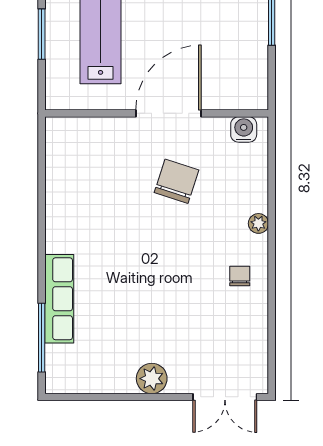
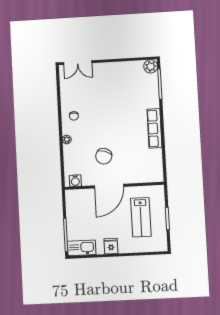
row of seats: (59, 299) -> (154, 128), moved
plant: (152, 379) -> (151, 66), moved
double door: (225, 397) -> (78, 63), swing flipped

